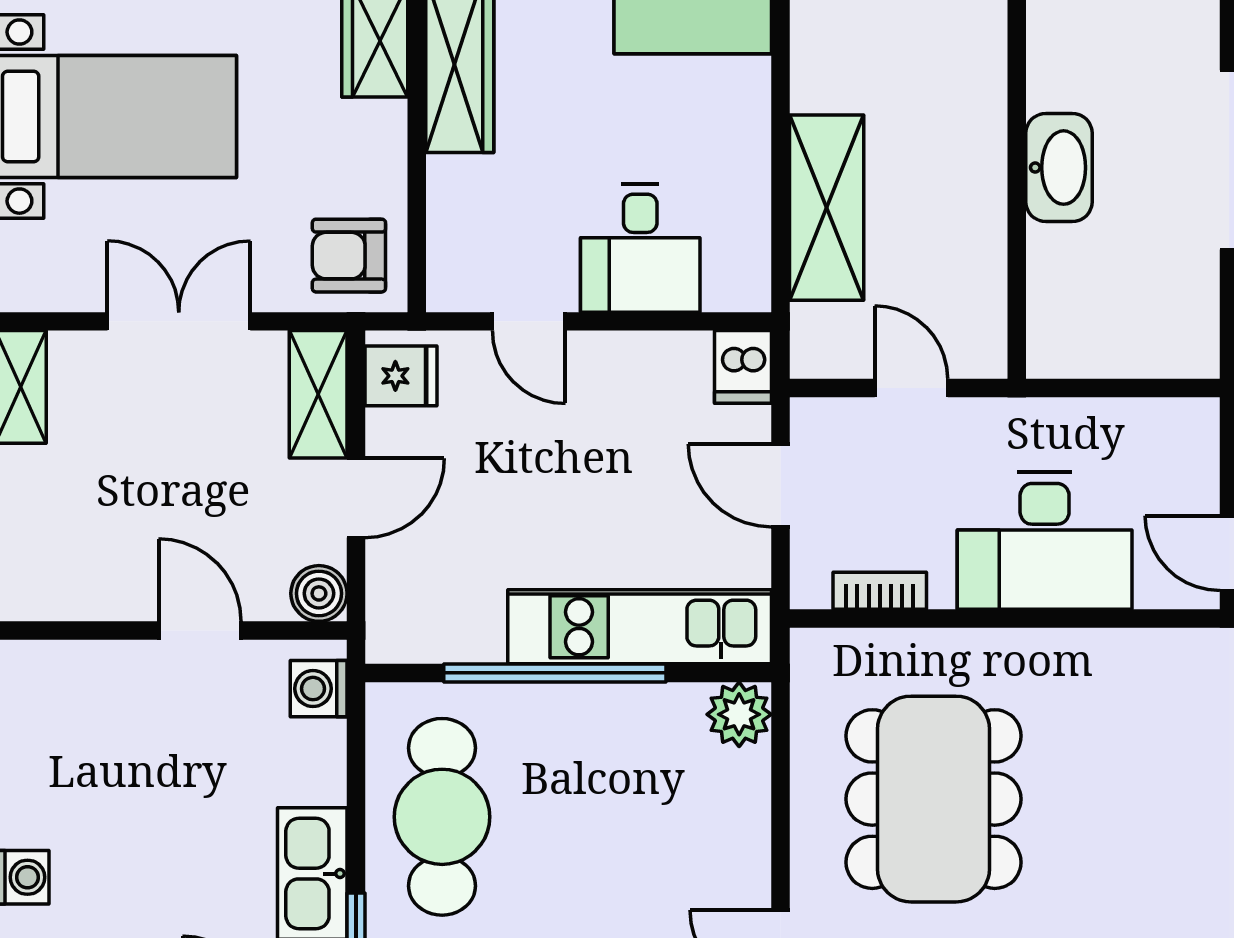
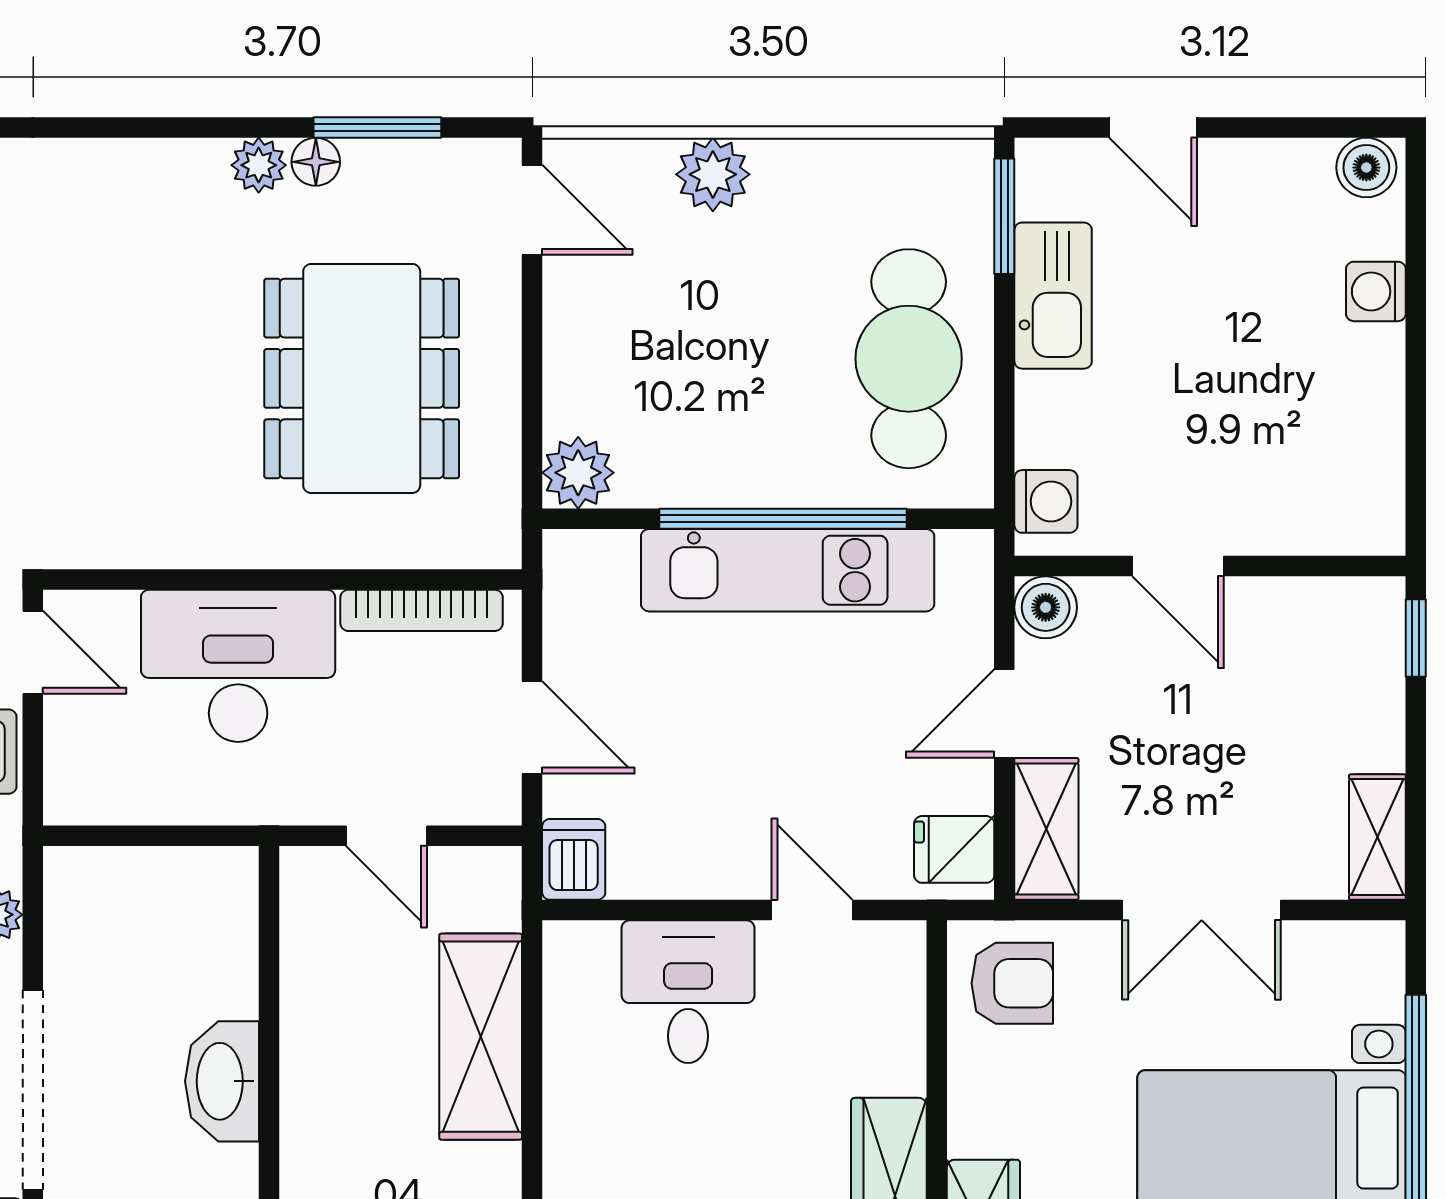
bookcase: (880, 591) -> (422, 610), width x1.56
kitchen unit: (640, 627) -> (788, 570), moved

